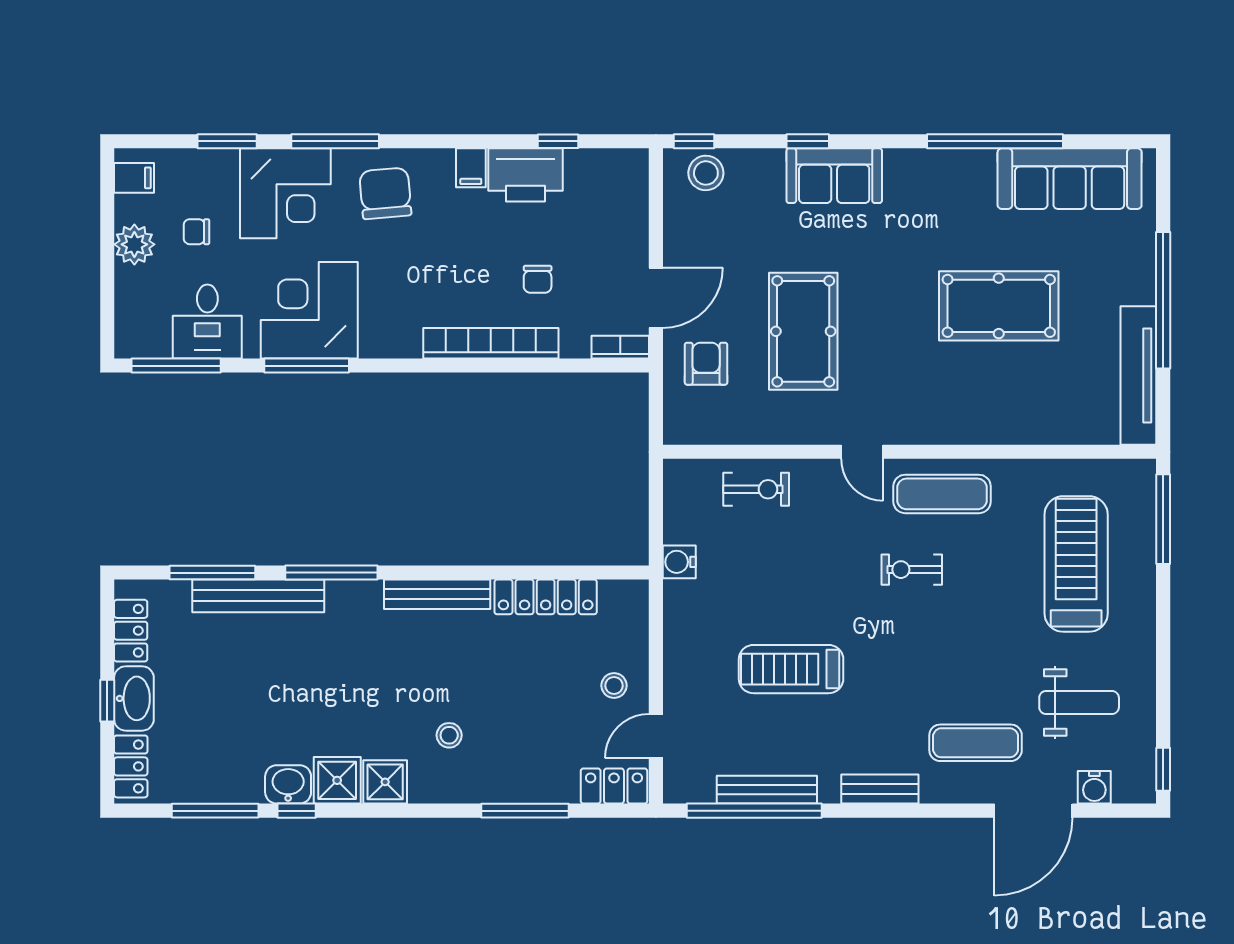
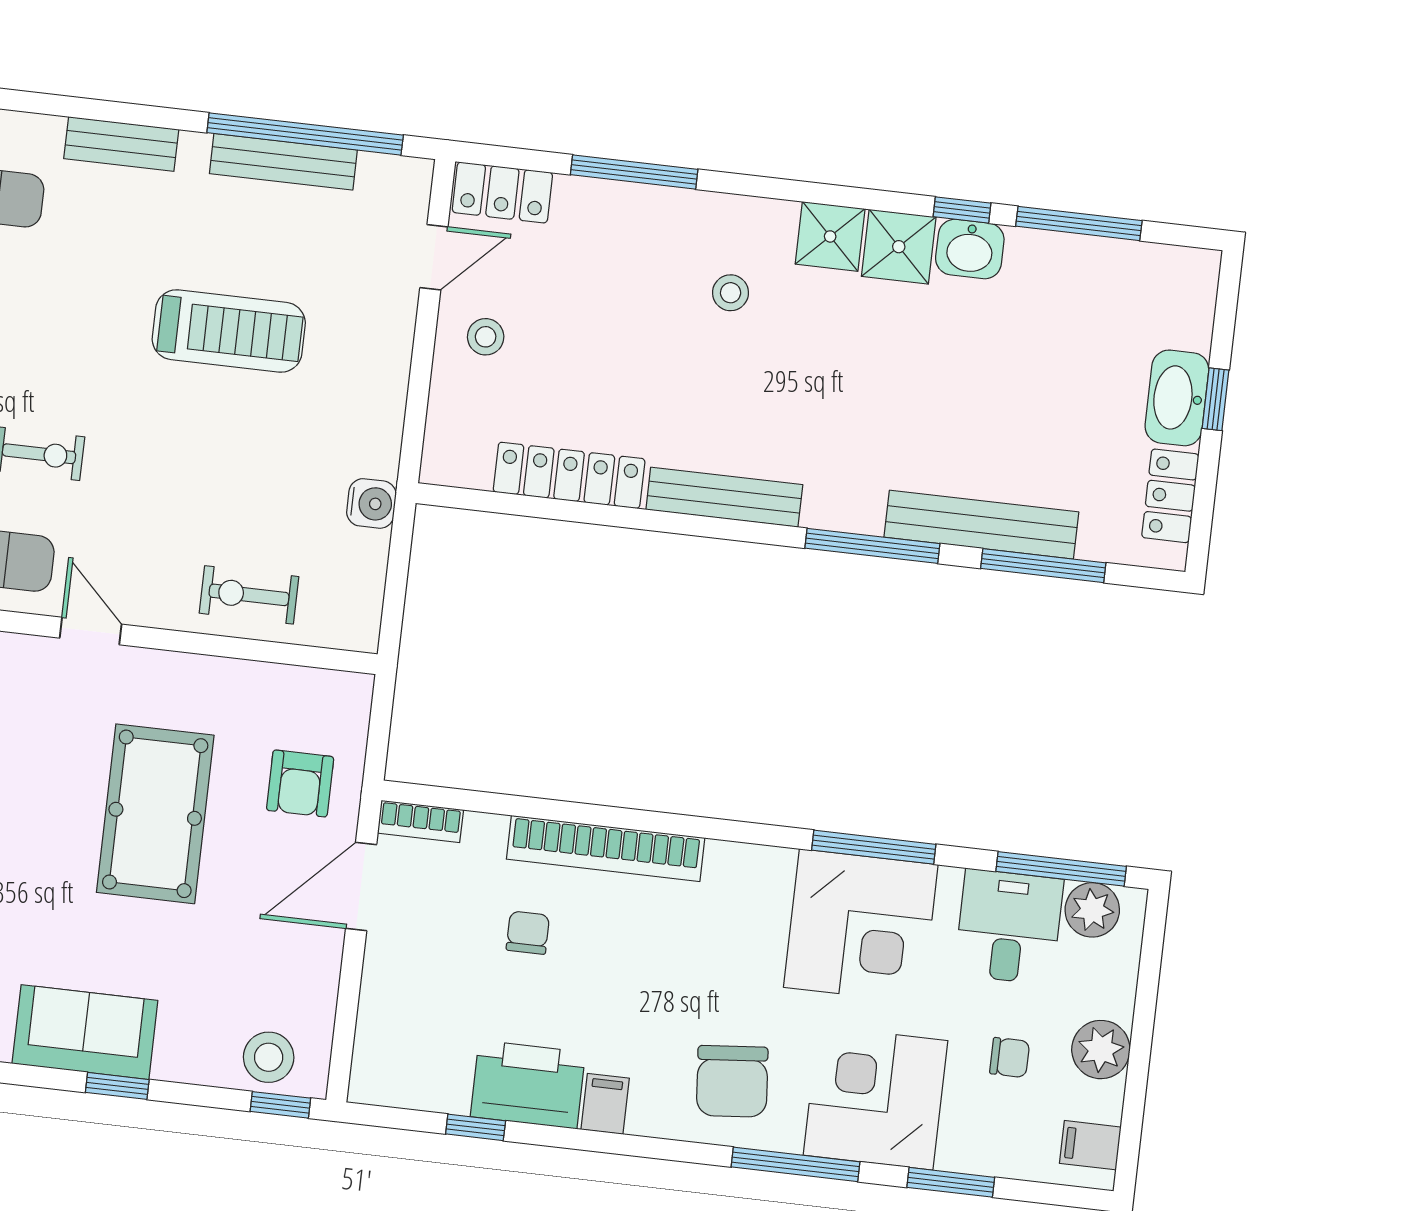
plant: (151, 340) -> (1092, 910), added
locker: (131, 766) -> (1193, 301), removed

